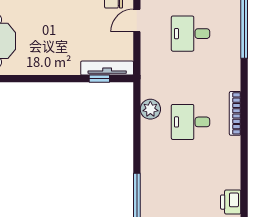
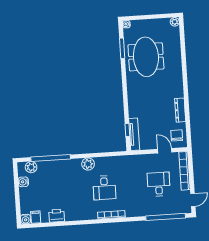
plant: (150, 109) -> (88, 164), moved
desk: (191, 122) -> (104, 188), turned 180

